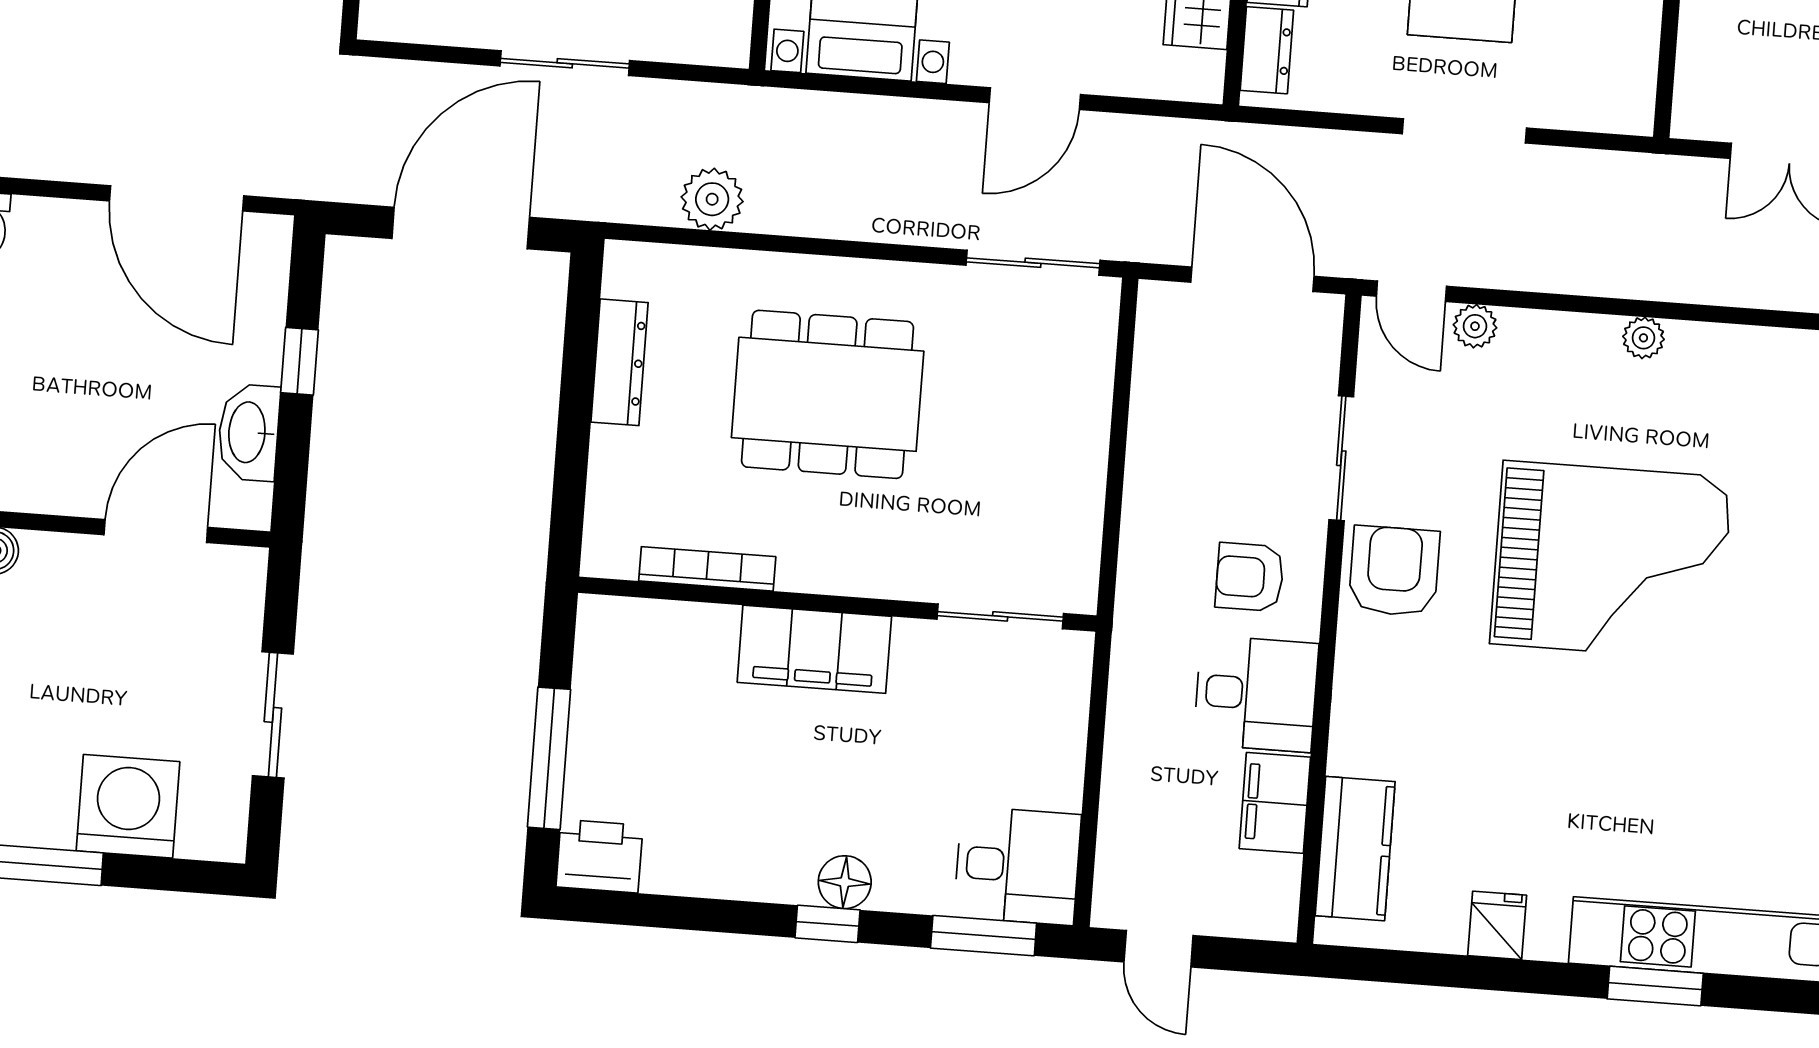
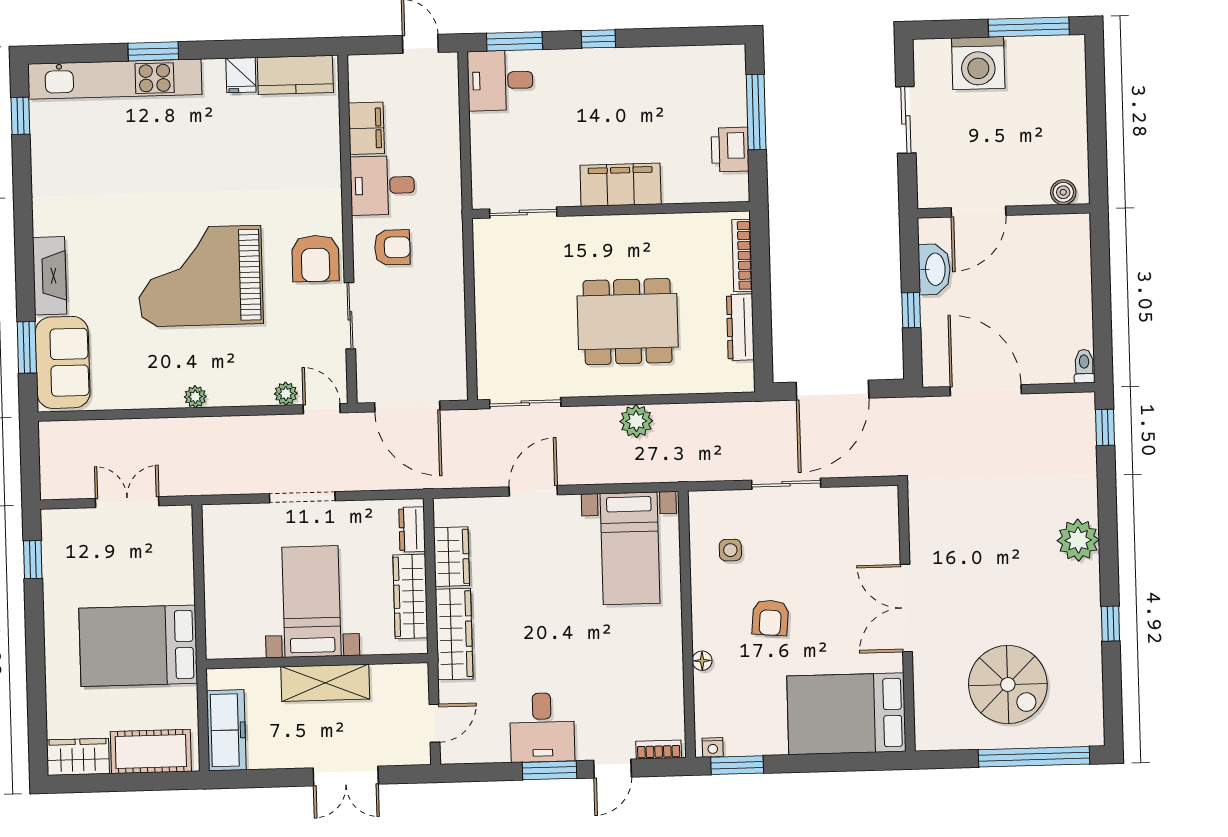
plant: (712, 199) -> (636, 421), moved
bookcase: (707, 569) -> (742, 255), moved, turned 90
kitchen counter: (1355, 849) -> (295, 75), moved, turned -90
printer: (599, 856) -> (730, 150), moved, turned 90
floor lamp: (845, 882) -> (591, 62), removed

